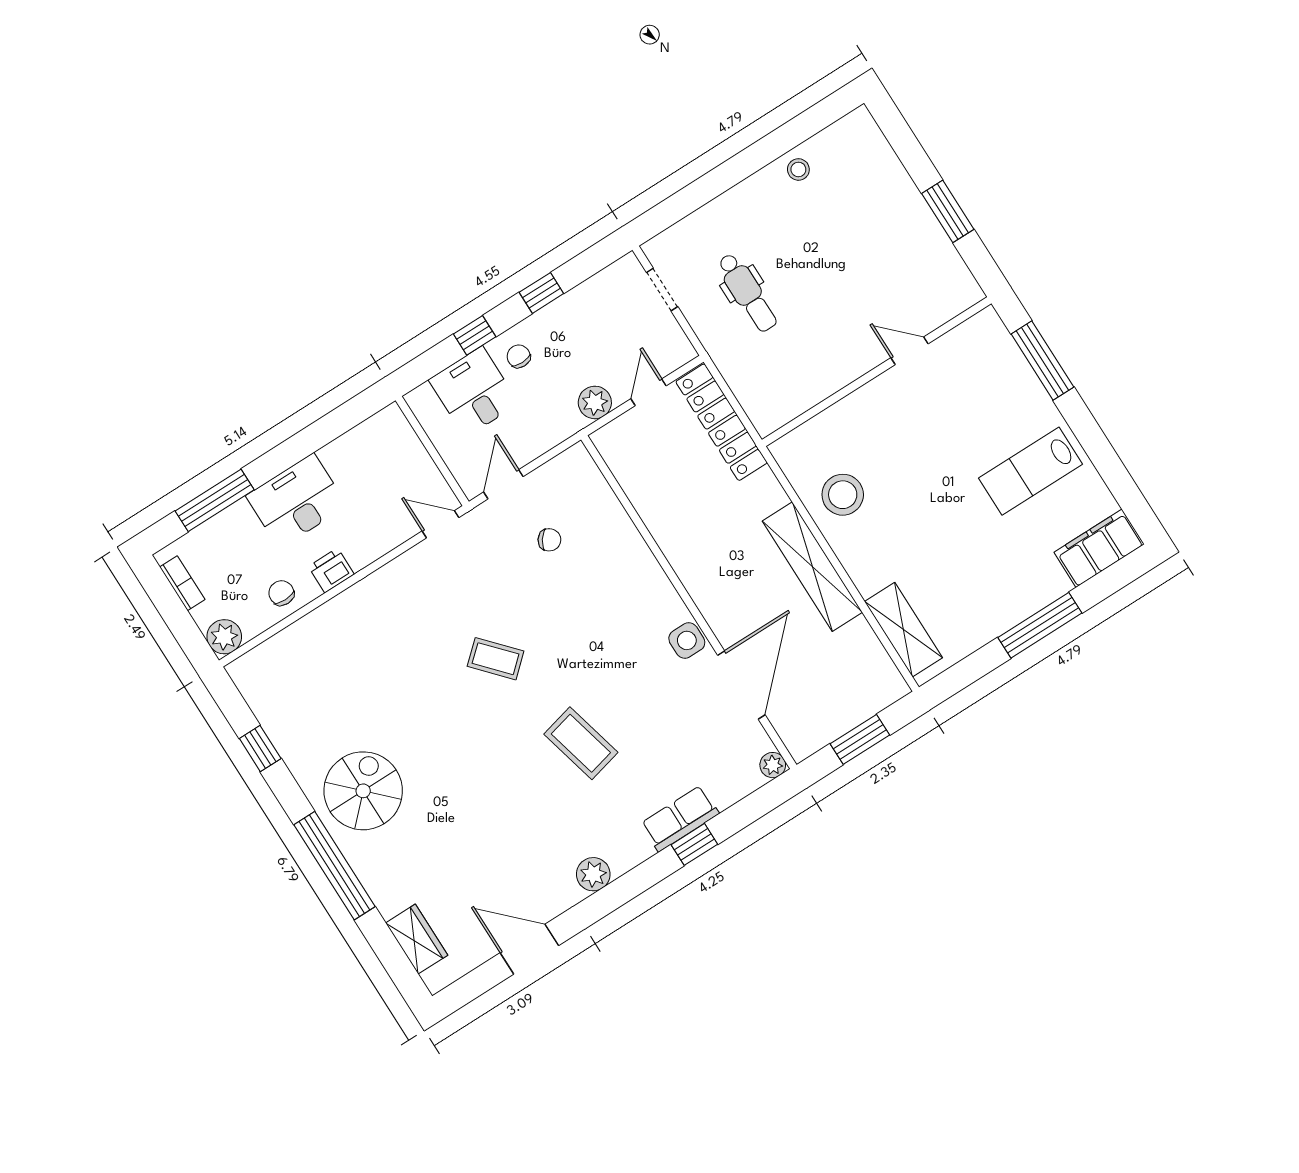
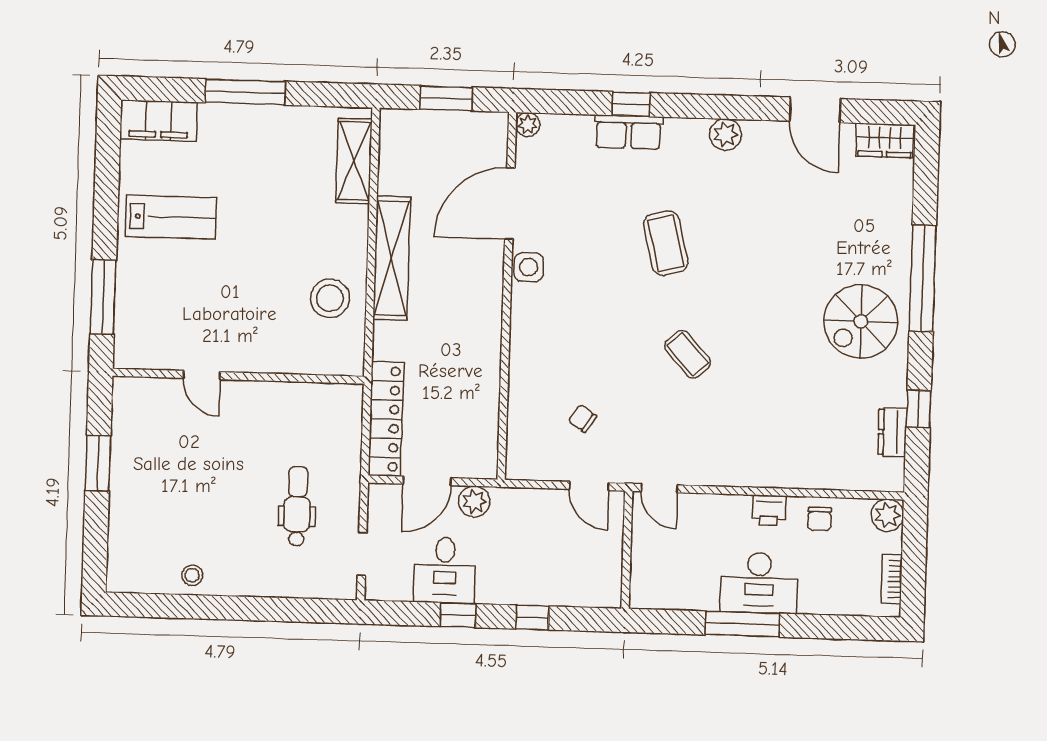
chair: (519, 356) -> (509, 578), removed
desk: (474, 392) -> (445, 570), moved
door: (648, 392) -> (427, 481), width x1.38
door: (503, 484) -> (589, 486), hinge flipped
window: (215, 500) -> (742, 624), moved
dresser: (269, 713) -> (892, 432), added
wardrobe: (417, 939) -> (885, 140), moved, turned -90

